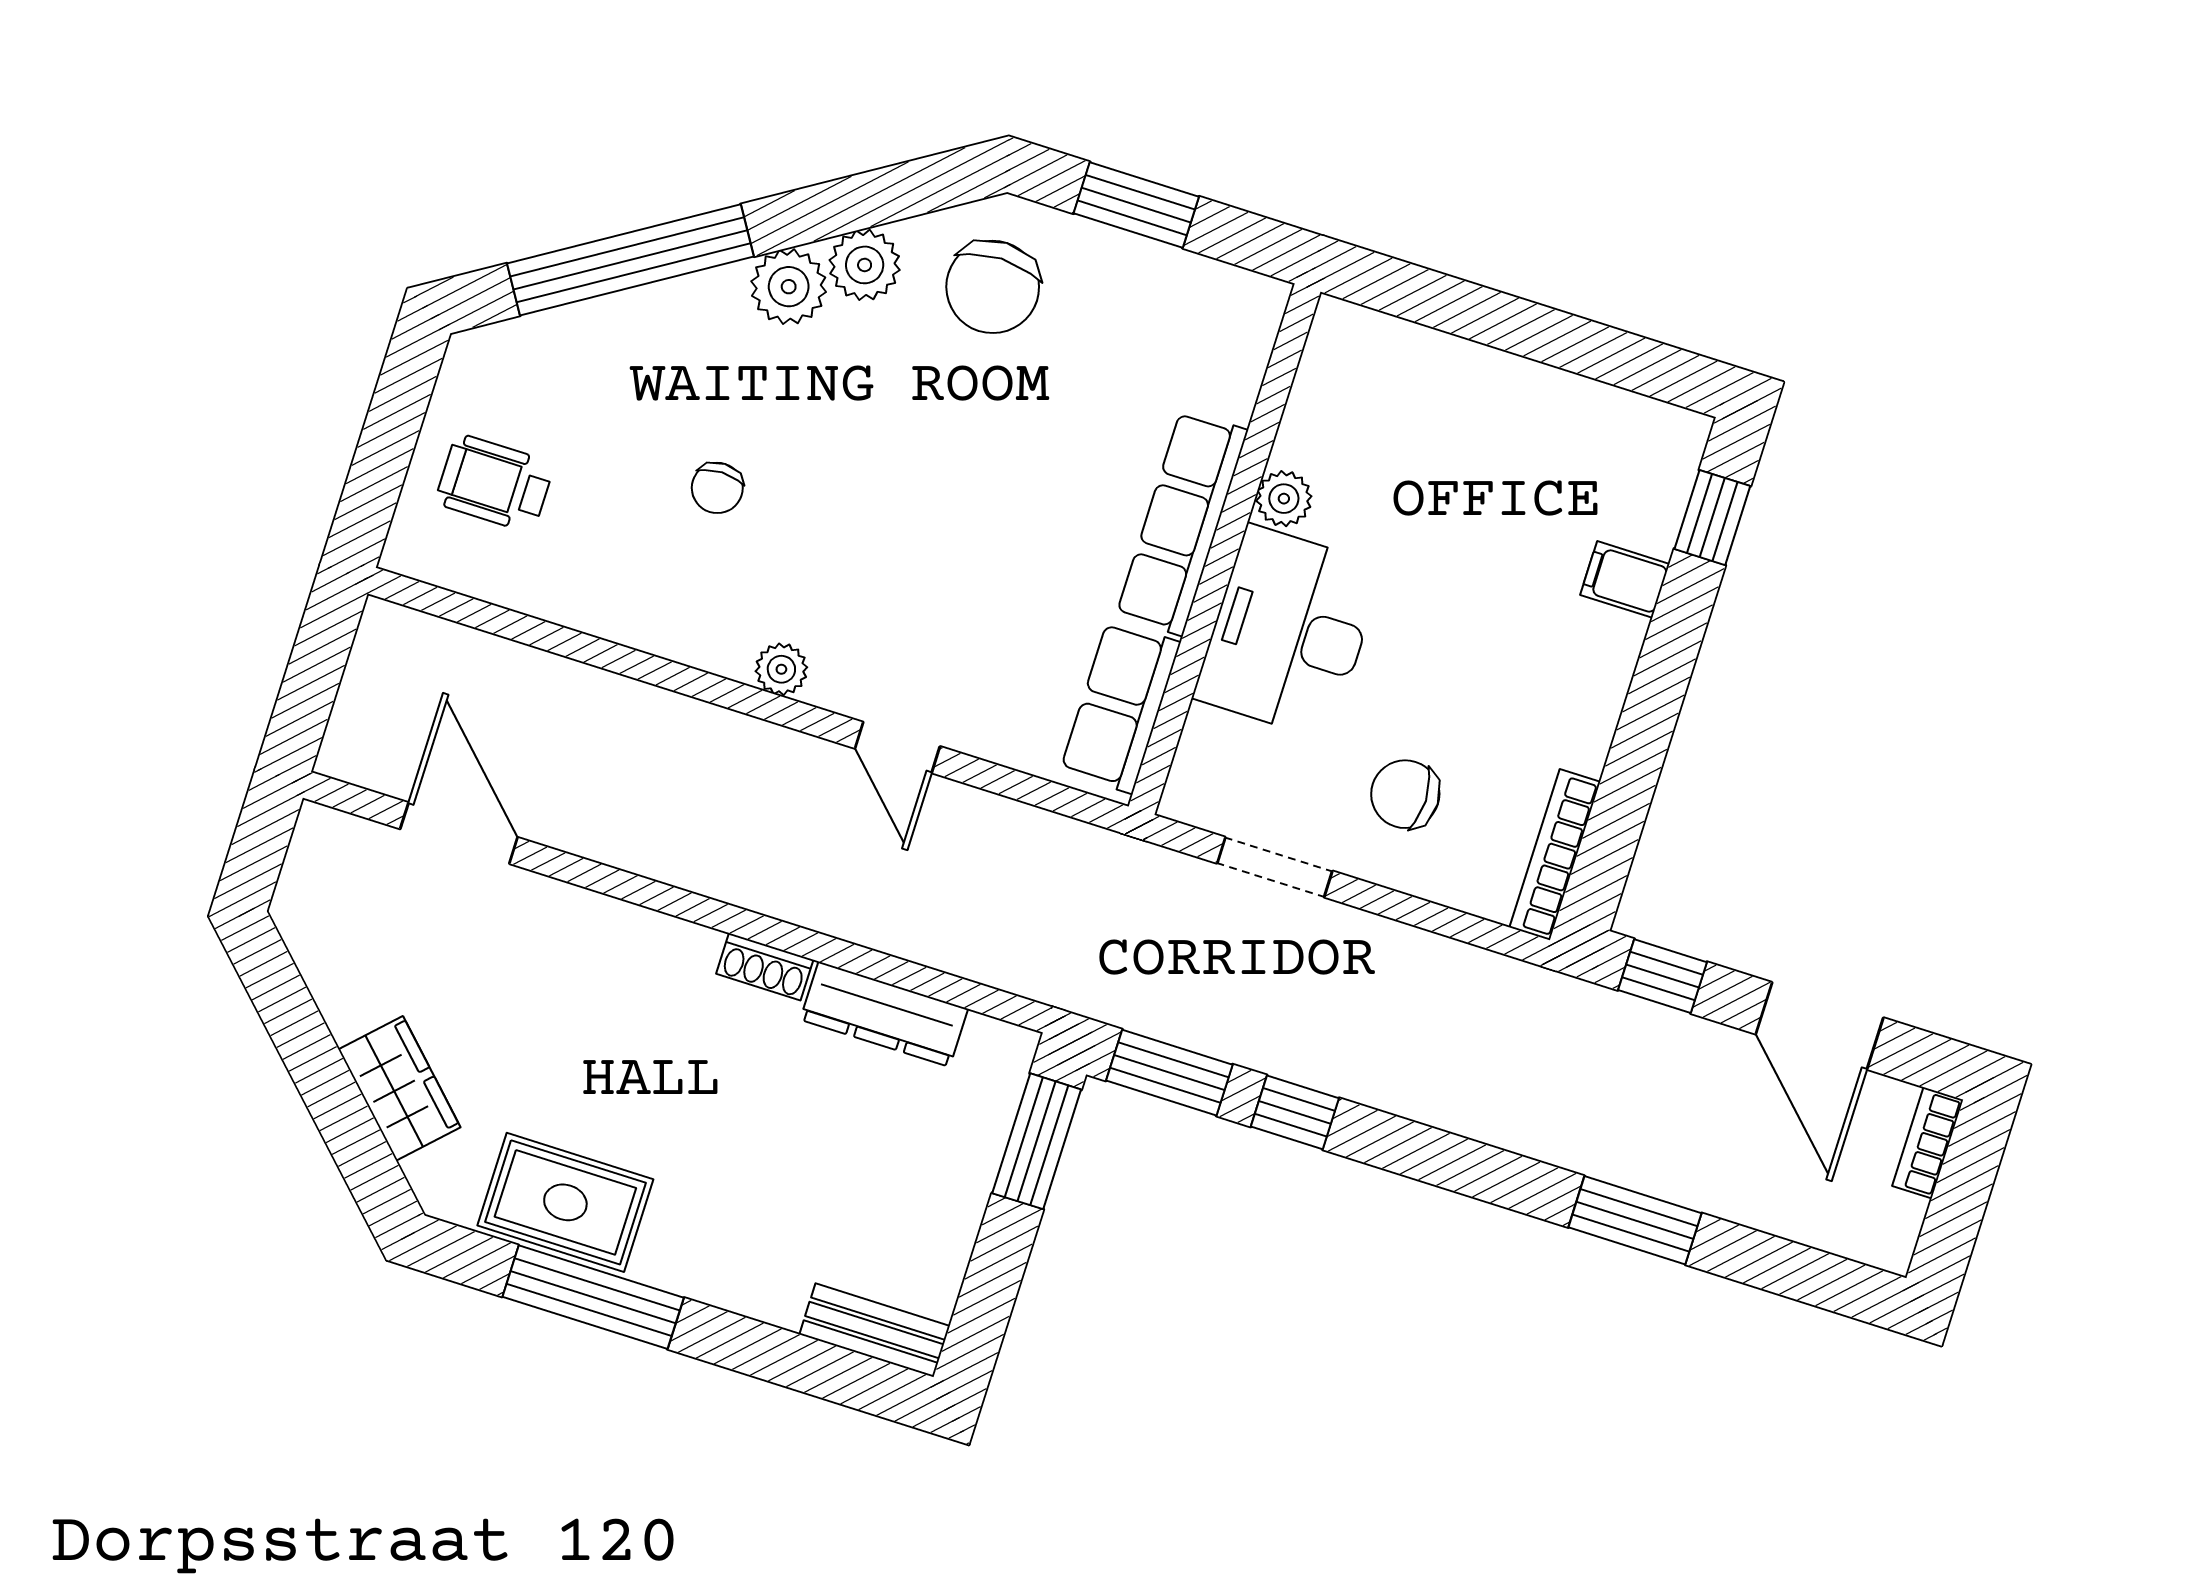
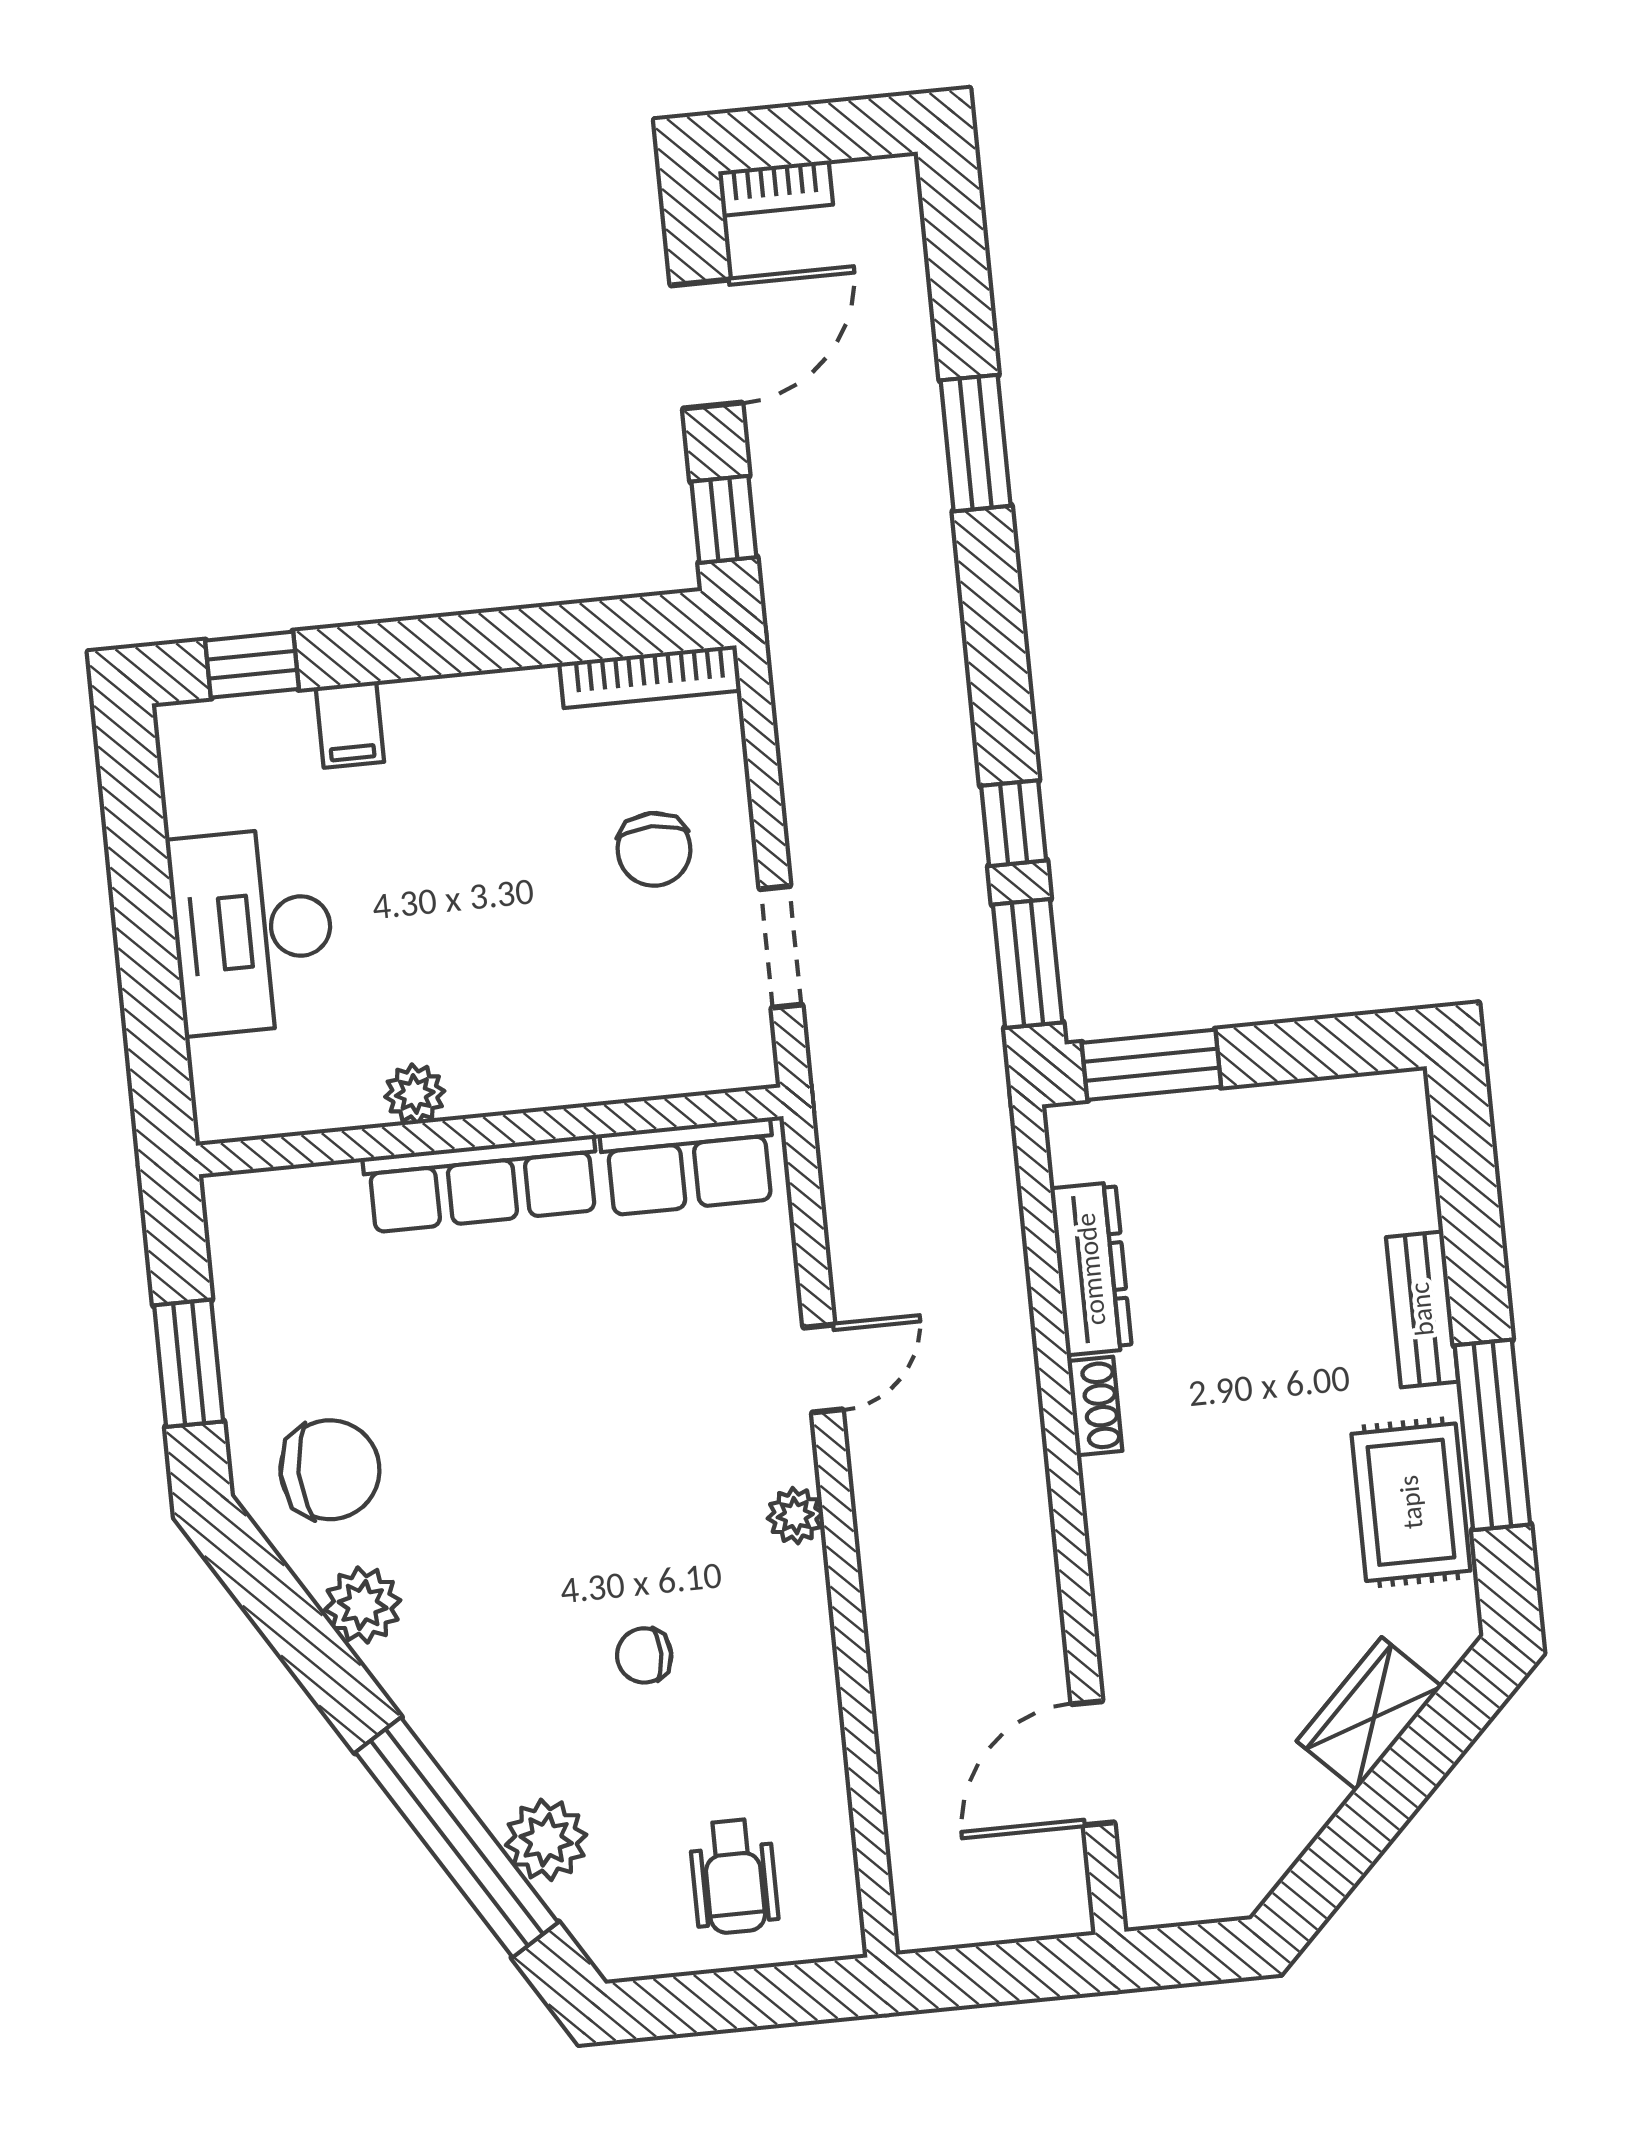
plant: (789, 287) -> (546, 1840), moved
chair: (717, 488) -> (644, 1655), turned 180
desk: (1289, 632) -> (253, 931), moved, turned 90
bench: (875, 1330) -> (1422, 1309), moved

